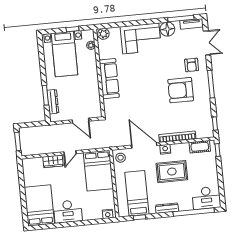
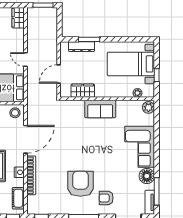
sofa: (109, 79) -> (100, 109), width x0.73
wardrobe: (94, 96) -> (83, 91), added
nightstand: (165, 149) -> (19, 172), moved
wardrobe: (53, 161) -> (18, 18), moved

